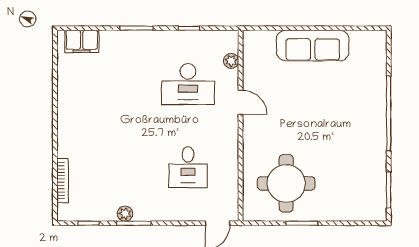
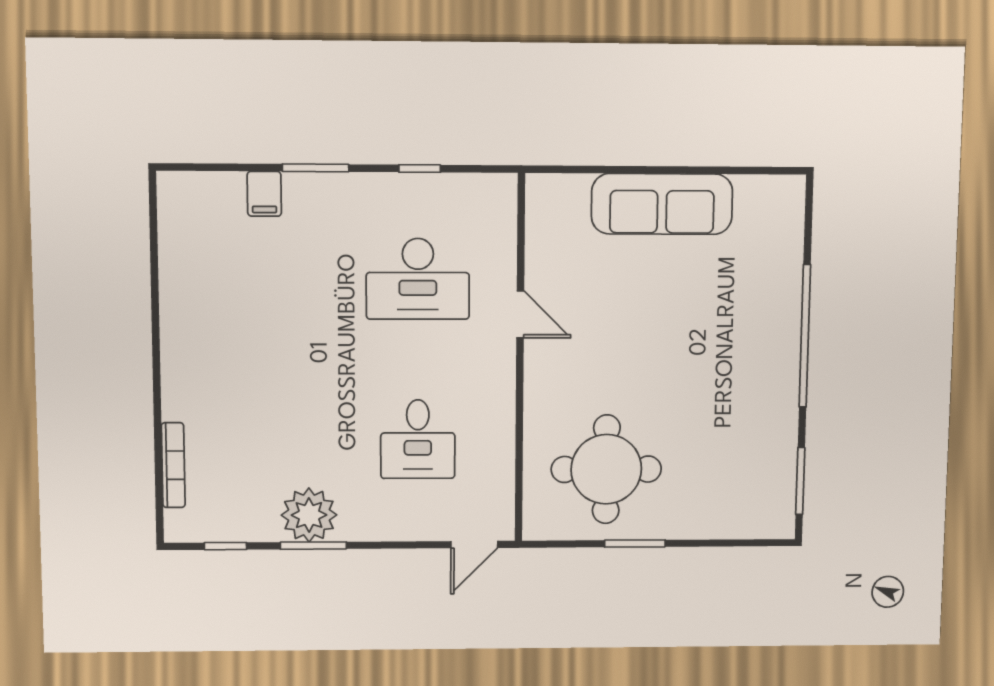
filing cabinet: (82, 41) -> (264, 194), moved, width x0.50
plant: (231, 61) -> (502, 233), removed
plant: (125, 214) -> (309, 515), width x1.88, depth x1.88

